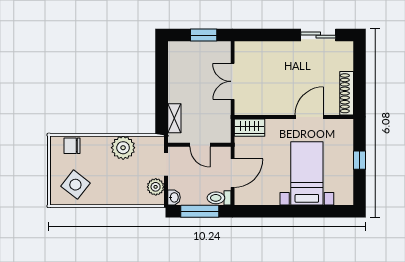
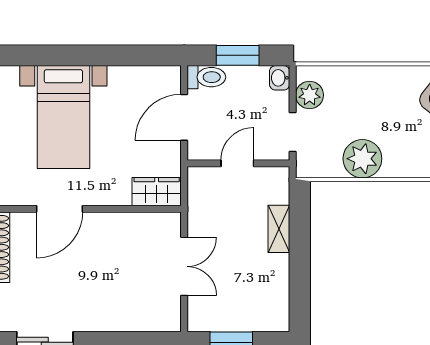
shelving: (174, 118) -> (279, 229), moved
door: (200, 145) -> (237, 163), hinge flipped
window: (200, 211) -> (238, 55), width x0.69

